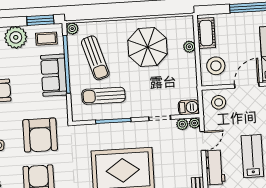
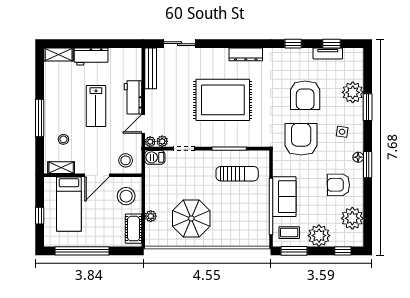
plant: (72, 29) -> (264, 241), removed
sun lounger: (95, 58) -> (243, 211), removed

